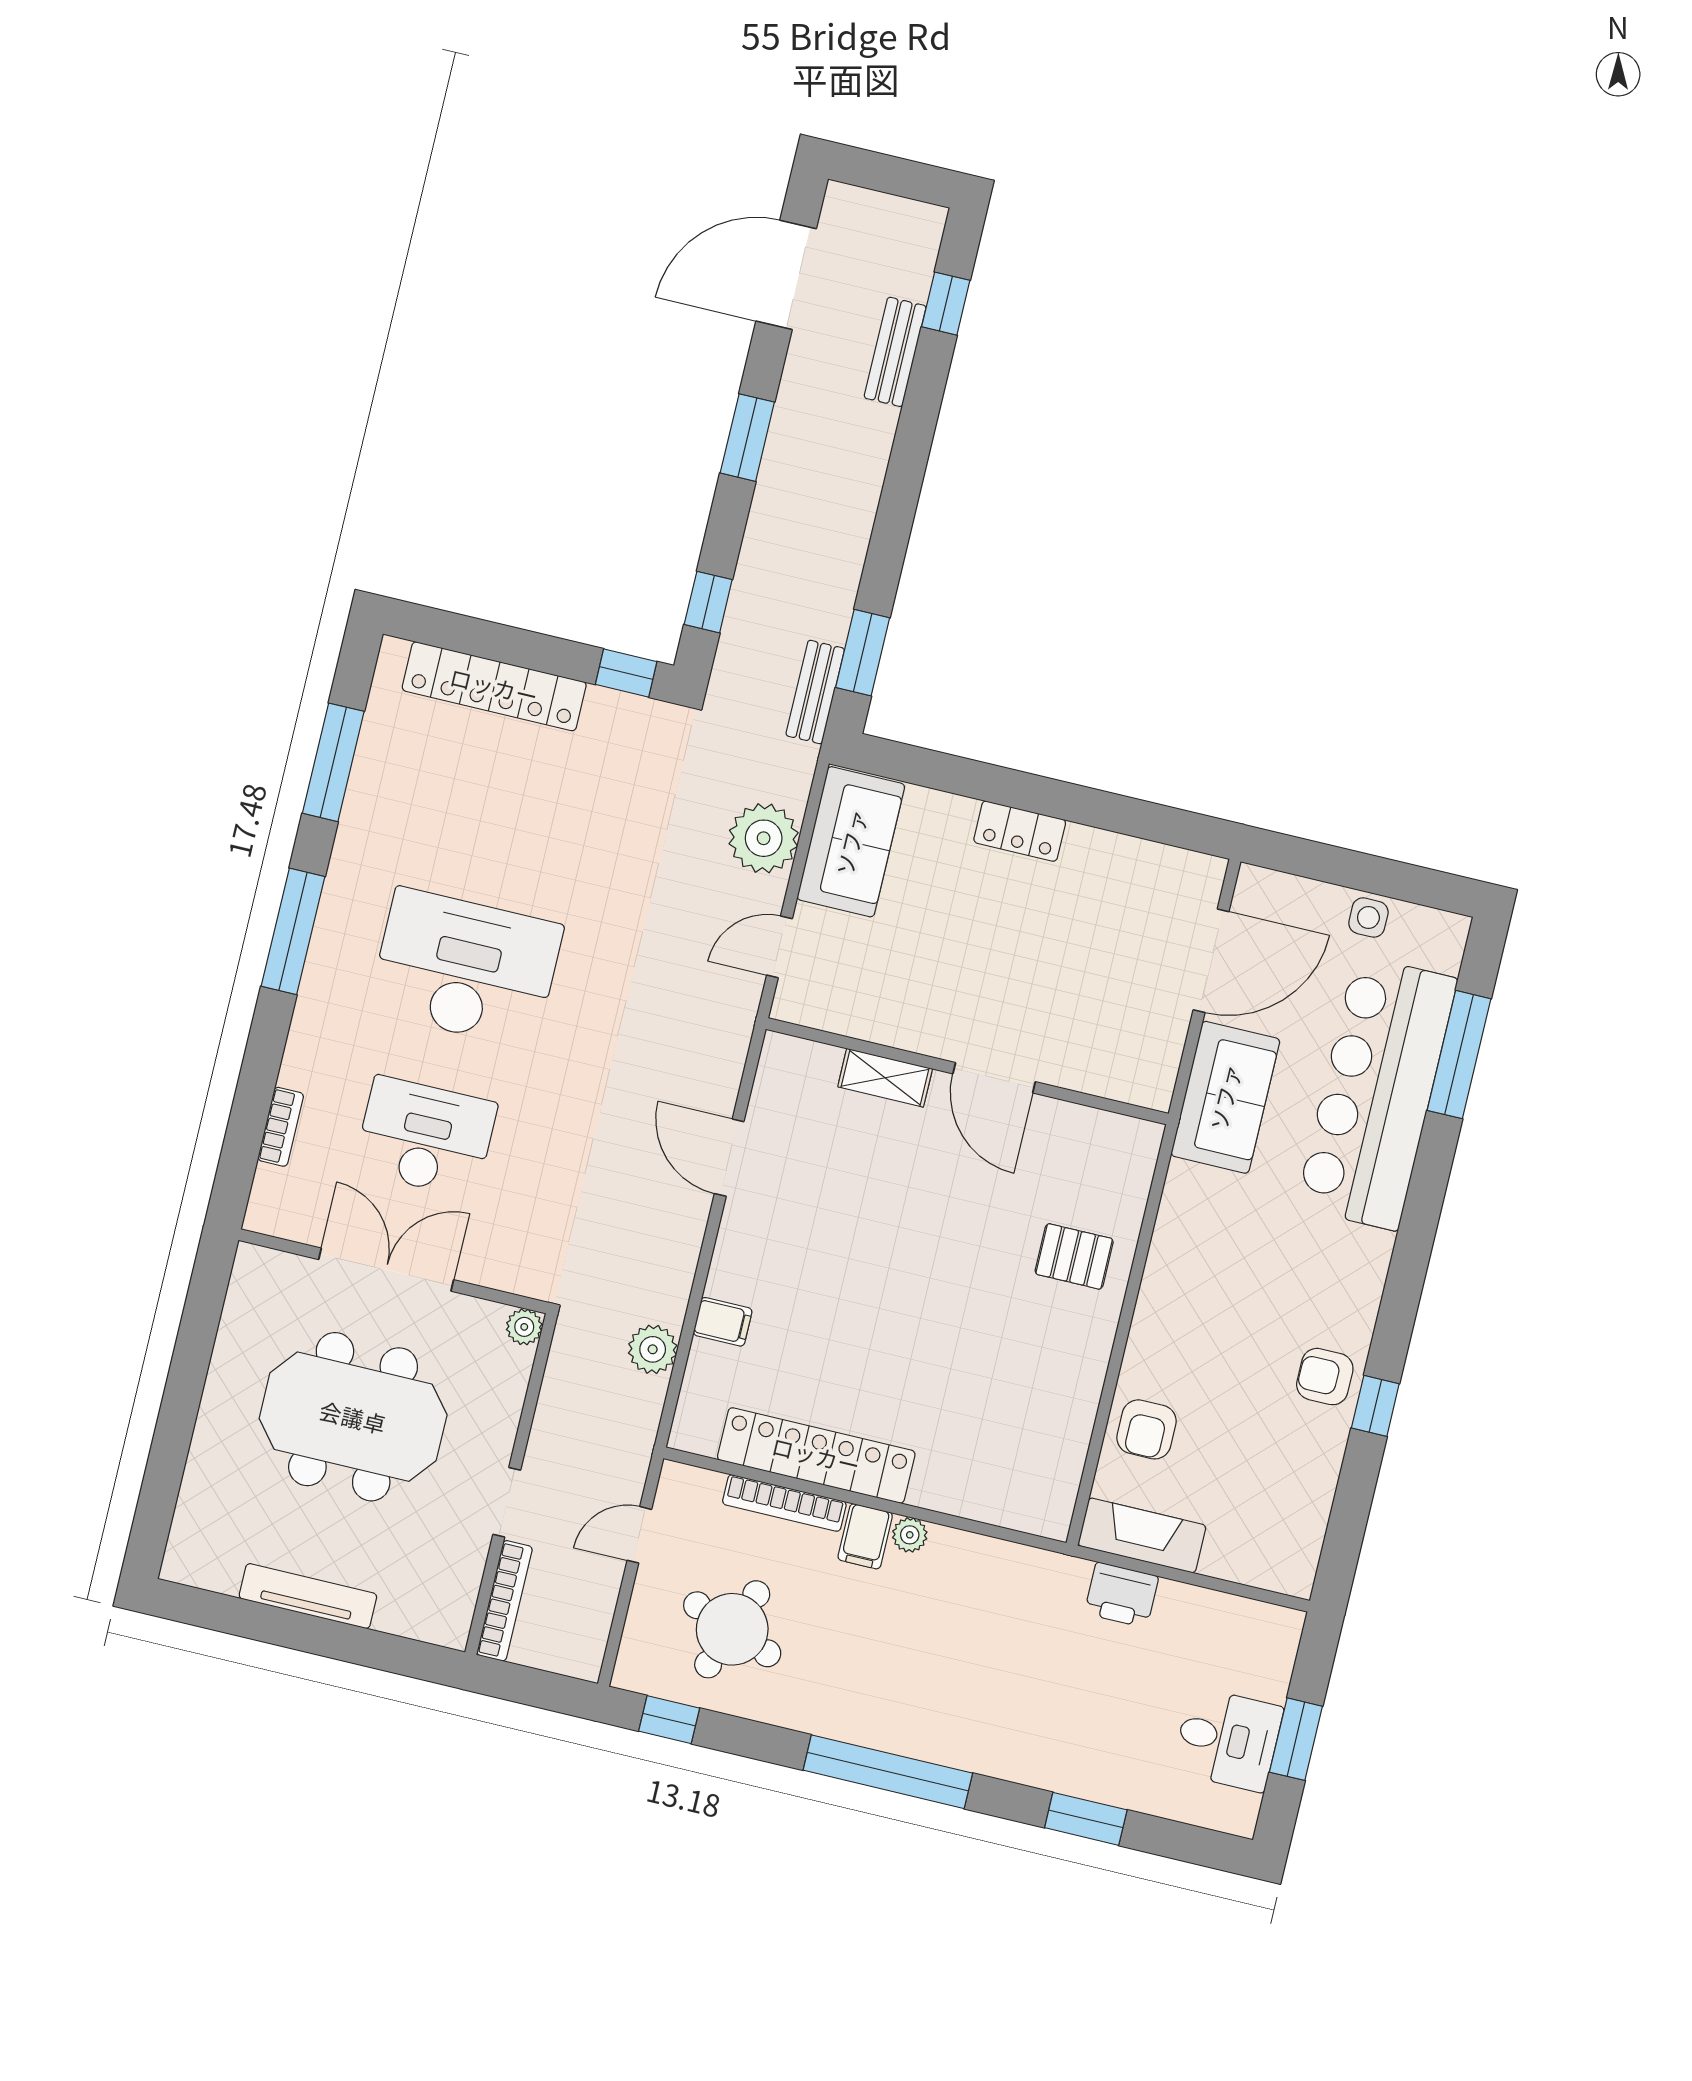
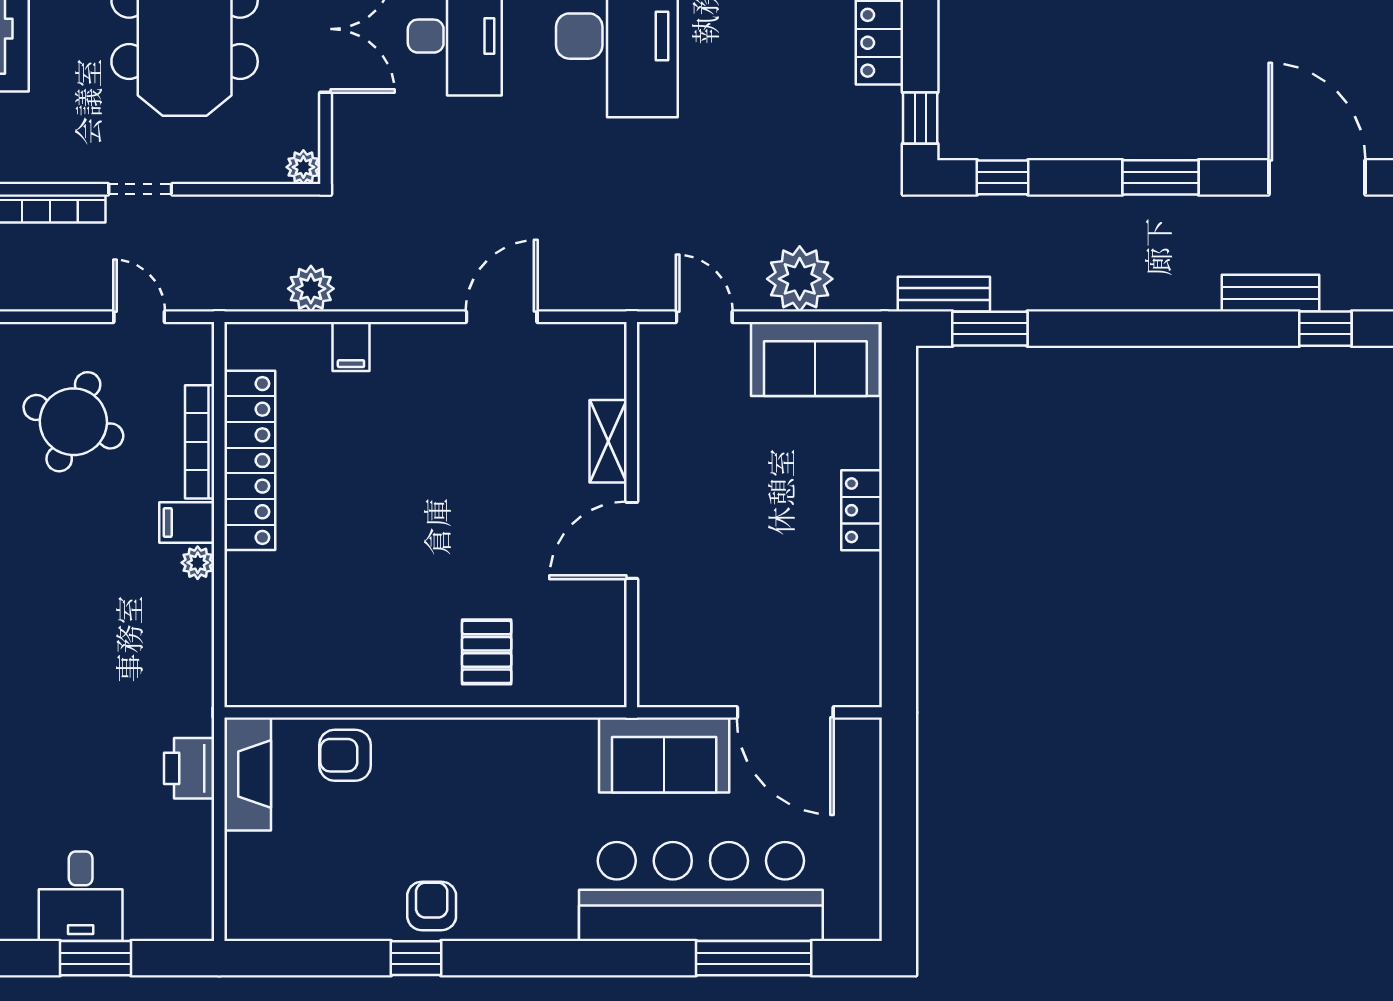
side table: (1368, 918) -> (859, 846), removed

